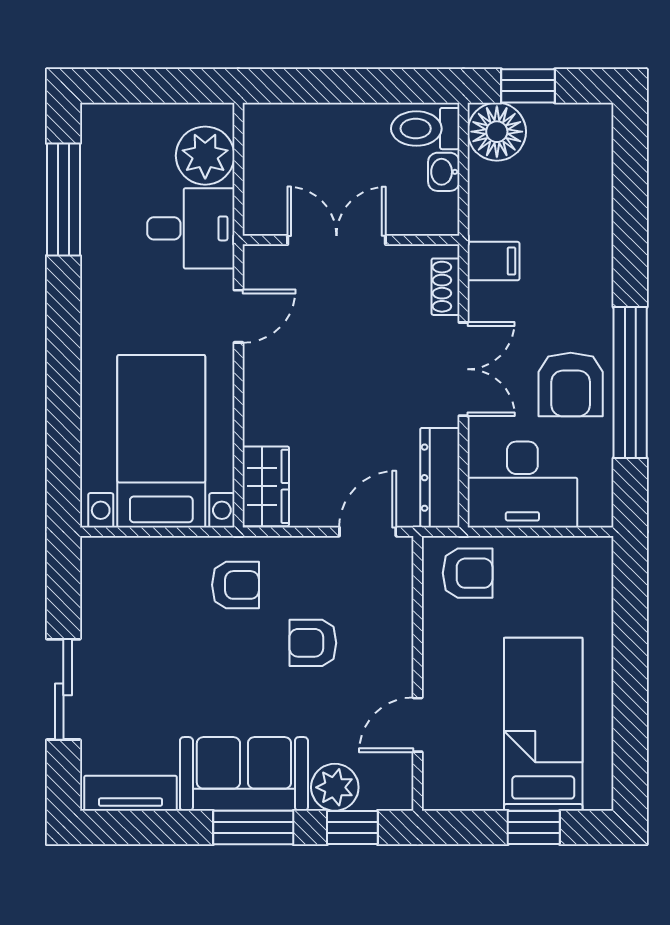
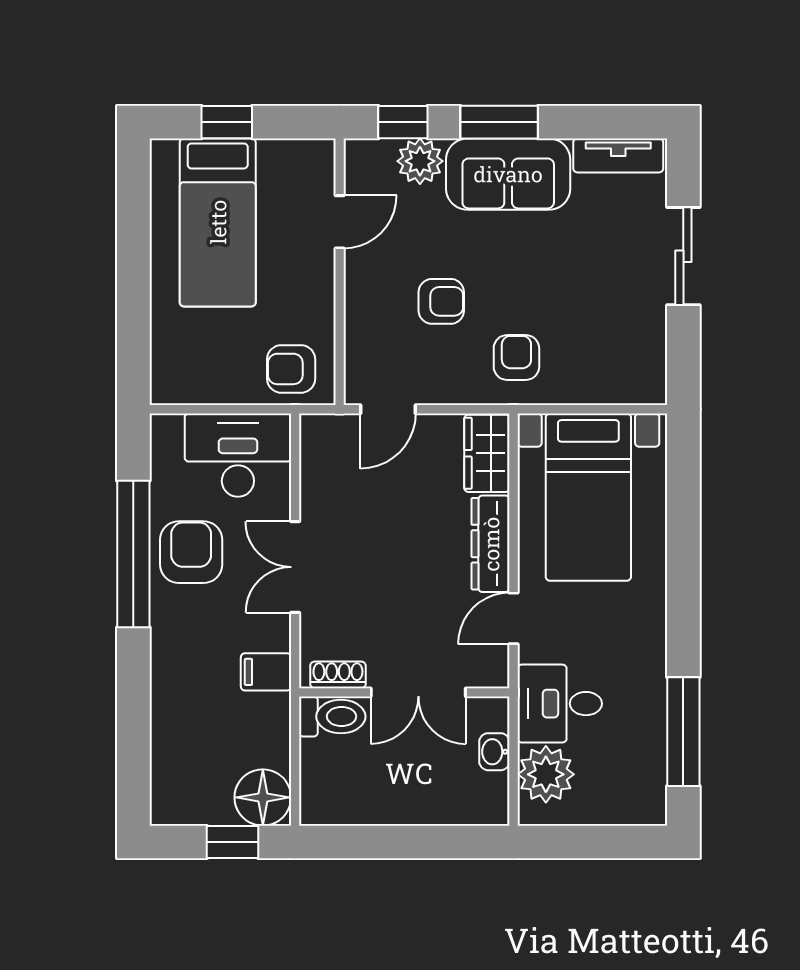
toilet: (425, 129) -> (332, 716), moved
washbasin: (444, 172) -> (494, 752), moved, turned 180
shoe rack: (445, 287) -> (338, 675), moved, turned -90
dresser: (440, 478) -> (491, 544), moved, turned 180
armchair: (235, 585) -> (516, 358), turned 90

